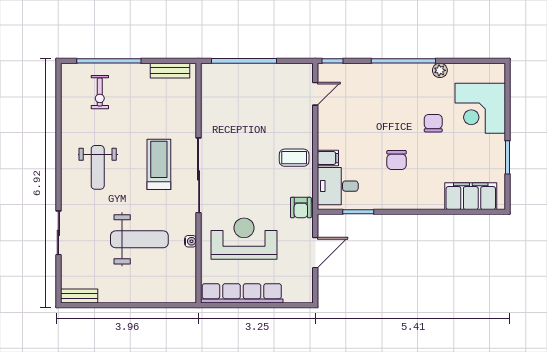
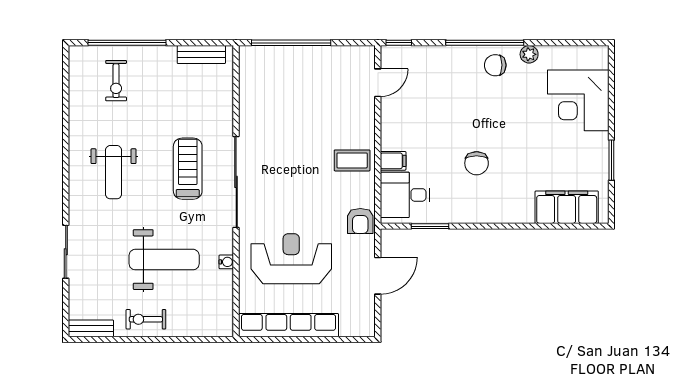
chair: (433, 123) -> (495, 65), moved, turned -90
exercise bike: (124, 288) -> (146, 319), added

